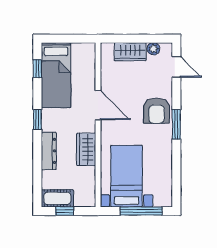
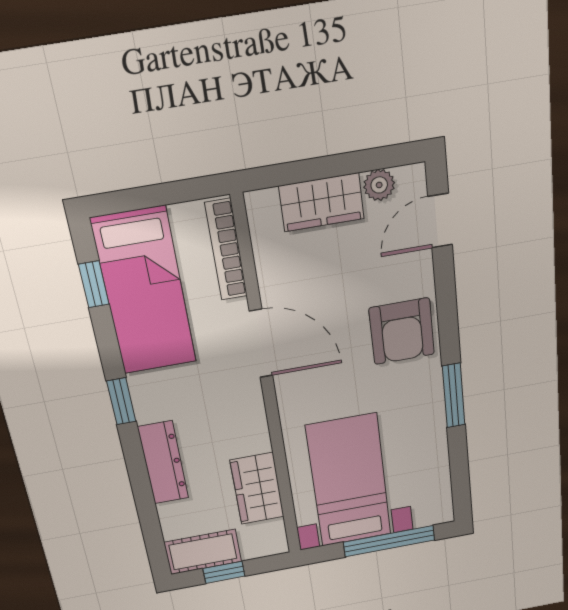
bookcase: (91, 64) -> (226, 250), added
door: (176, 67) -> (440, 221), swing flipped
window: (176, 124) -> (454, 396), moved
wardrobe: (86, 149) -> (257, 489), moved

